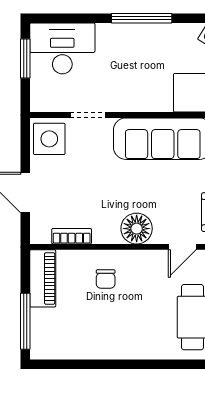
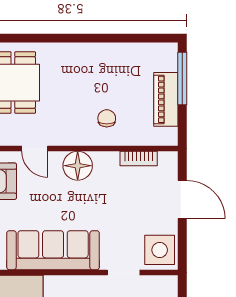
door: (182, 247) -> (35, 149), swing flipped
piano: (43, 278) -> (166, 99), moved

